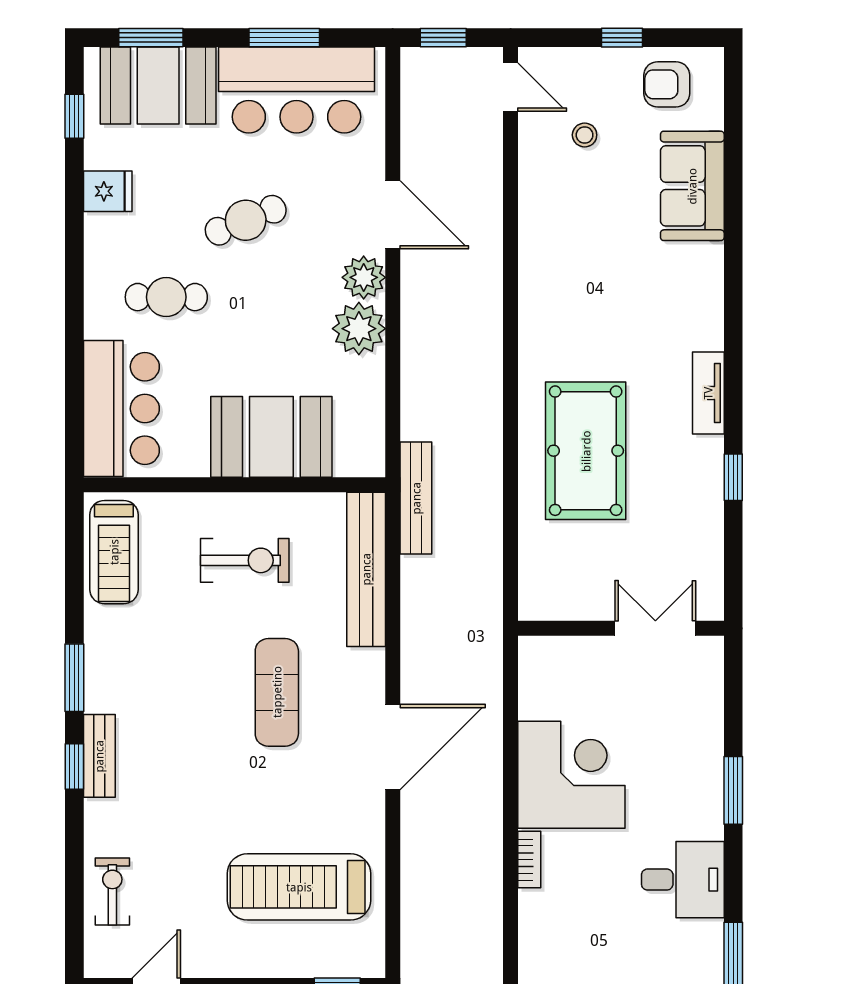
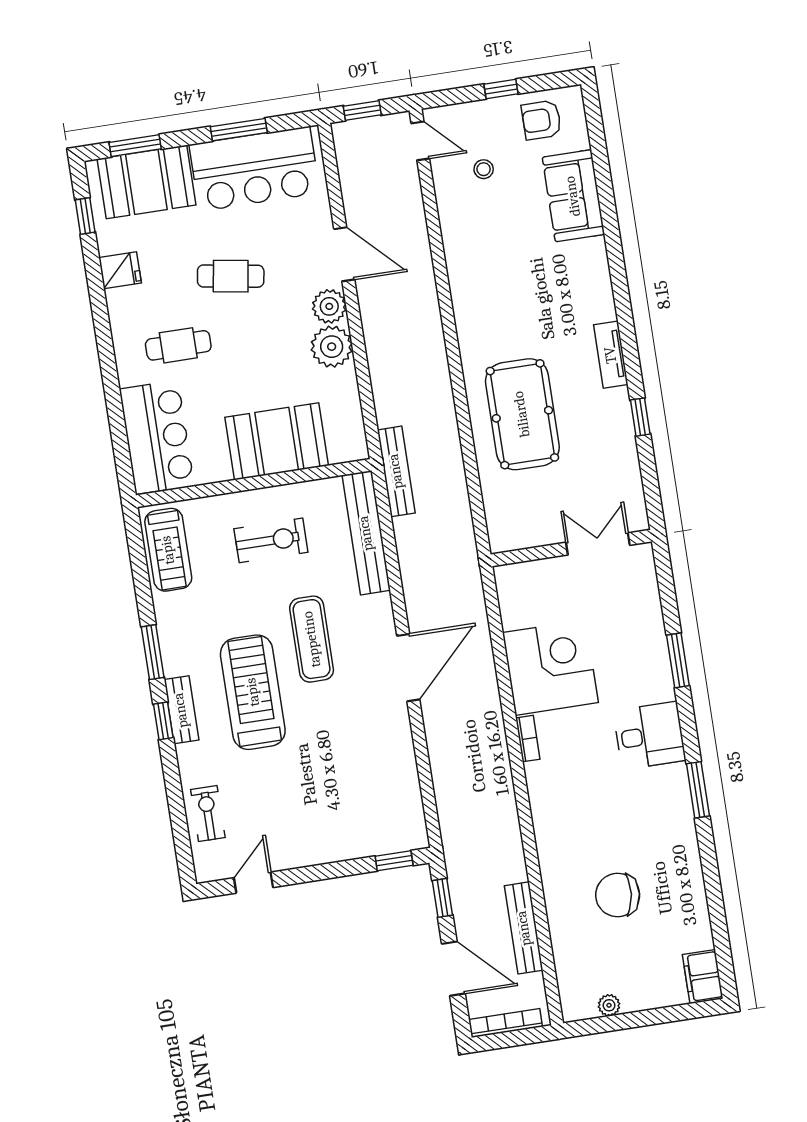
cafe table: (246, 220) -> (231, 276), turned 31
treadmill: (299, 887) -> (253, 692), moved, turned 90

